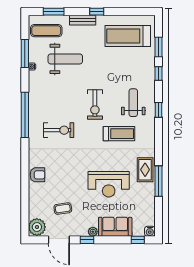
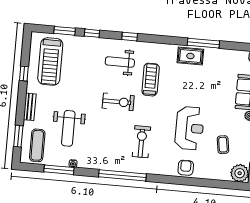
window: (97, 12) -> (24, 74), moved
weight bench: (65, 59) -> (68, 128), turned 180
reception desk: (109, 184) -> (190, 128), moved

